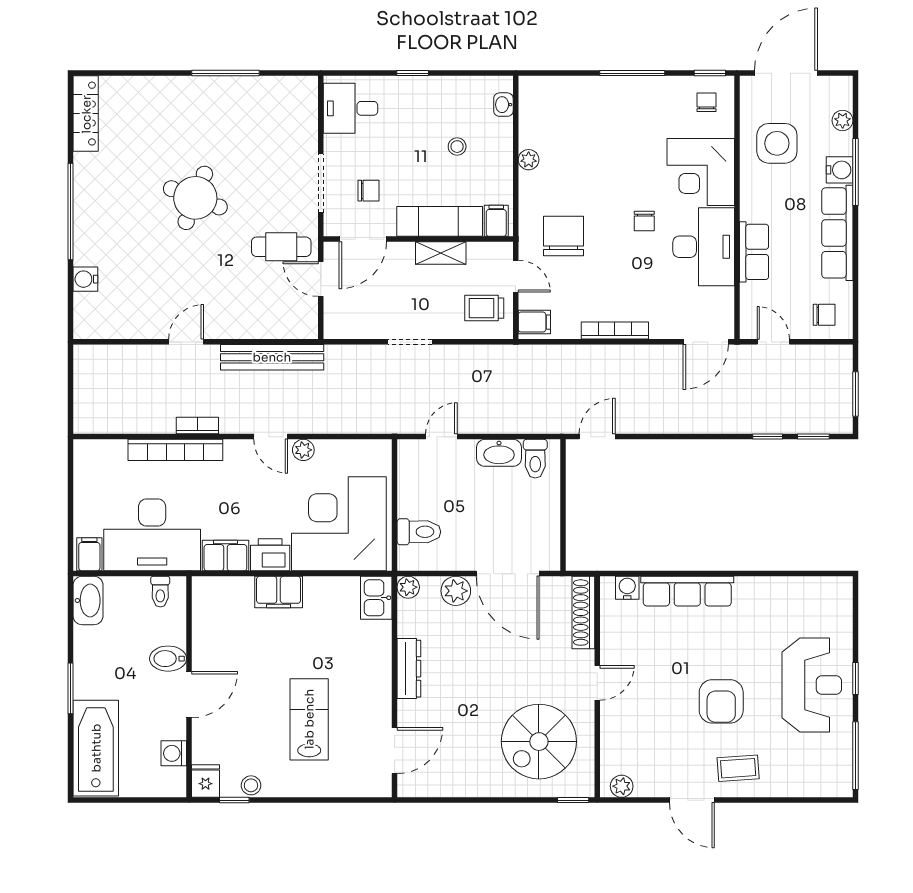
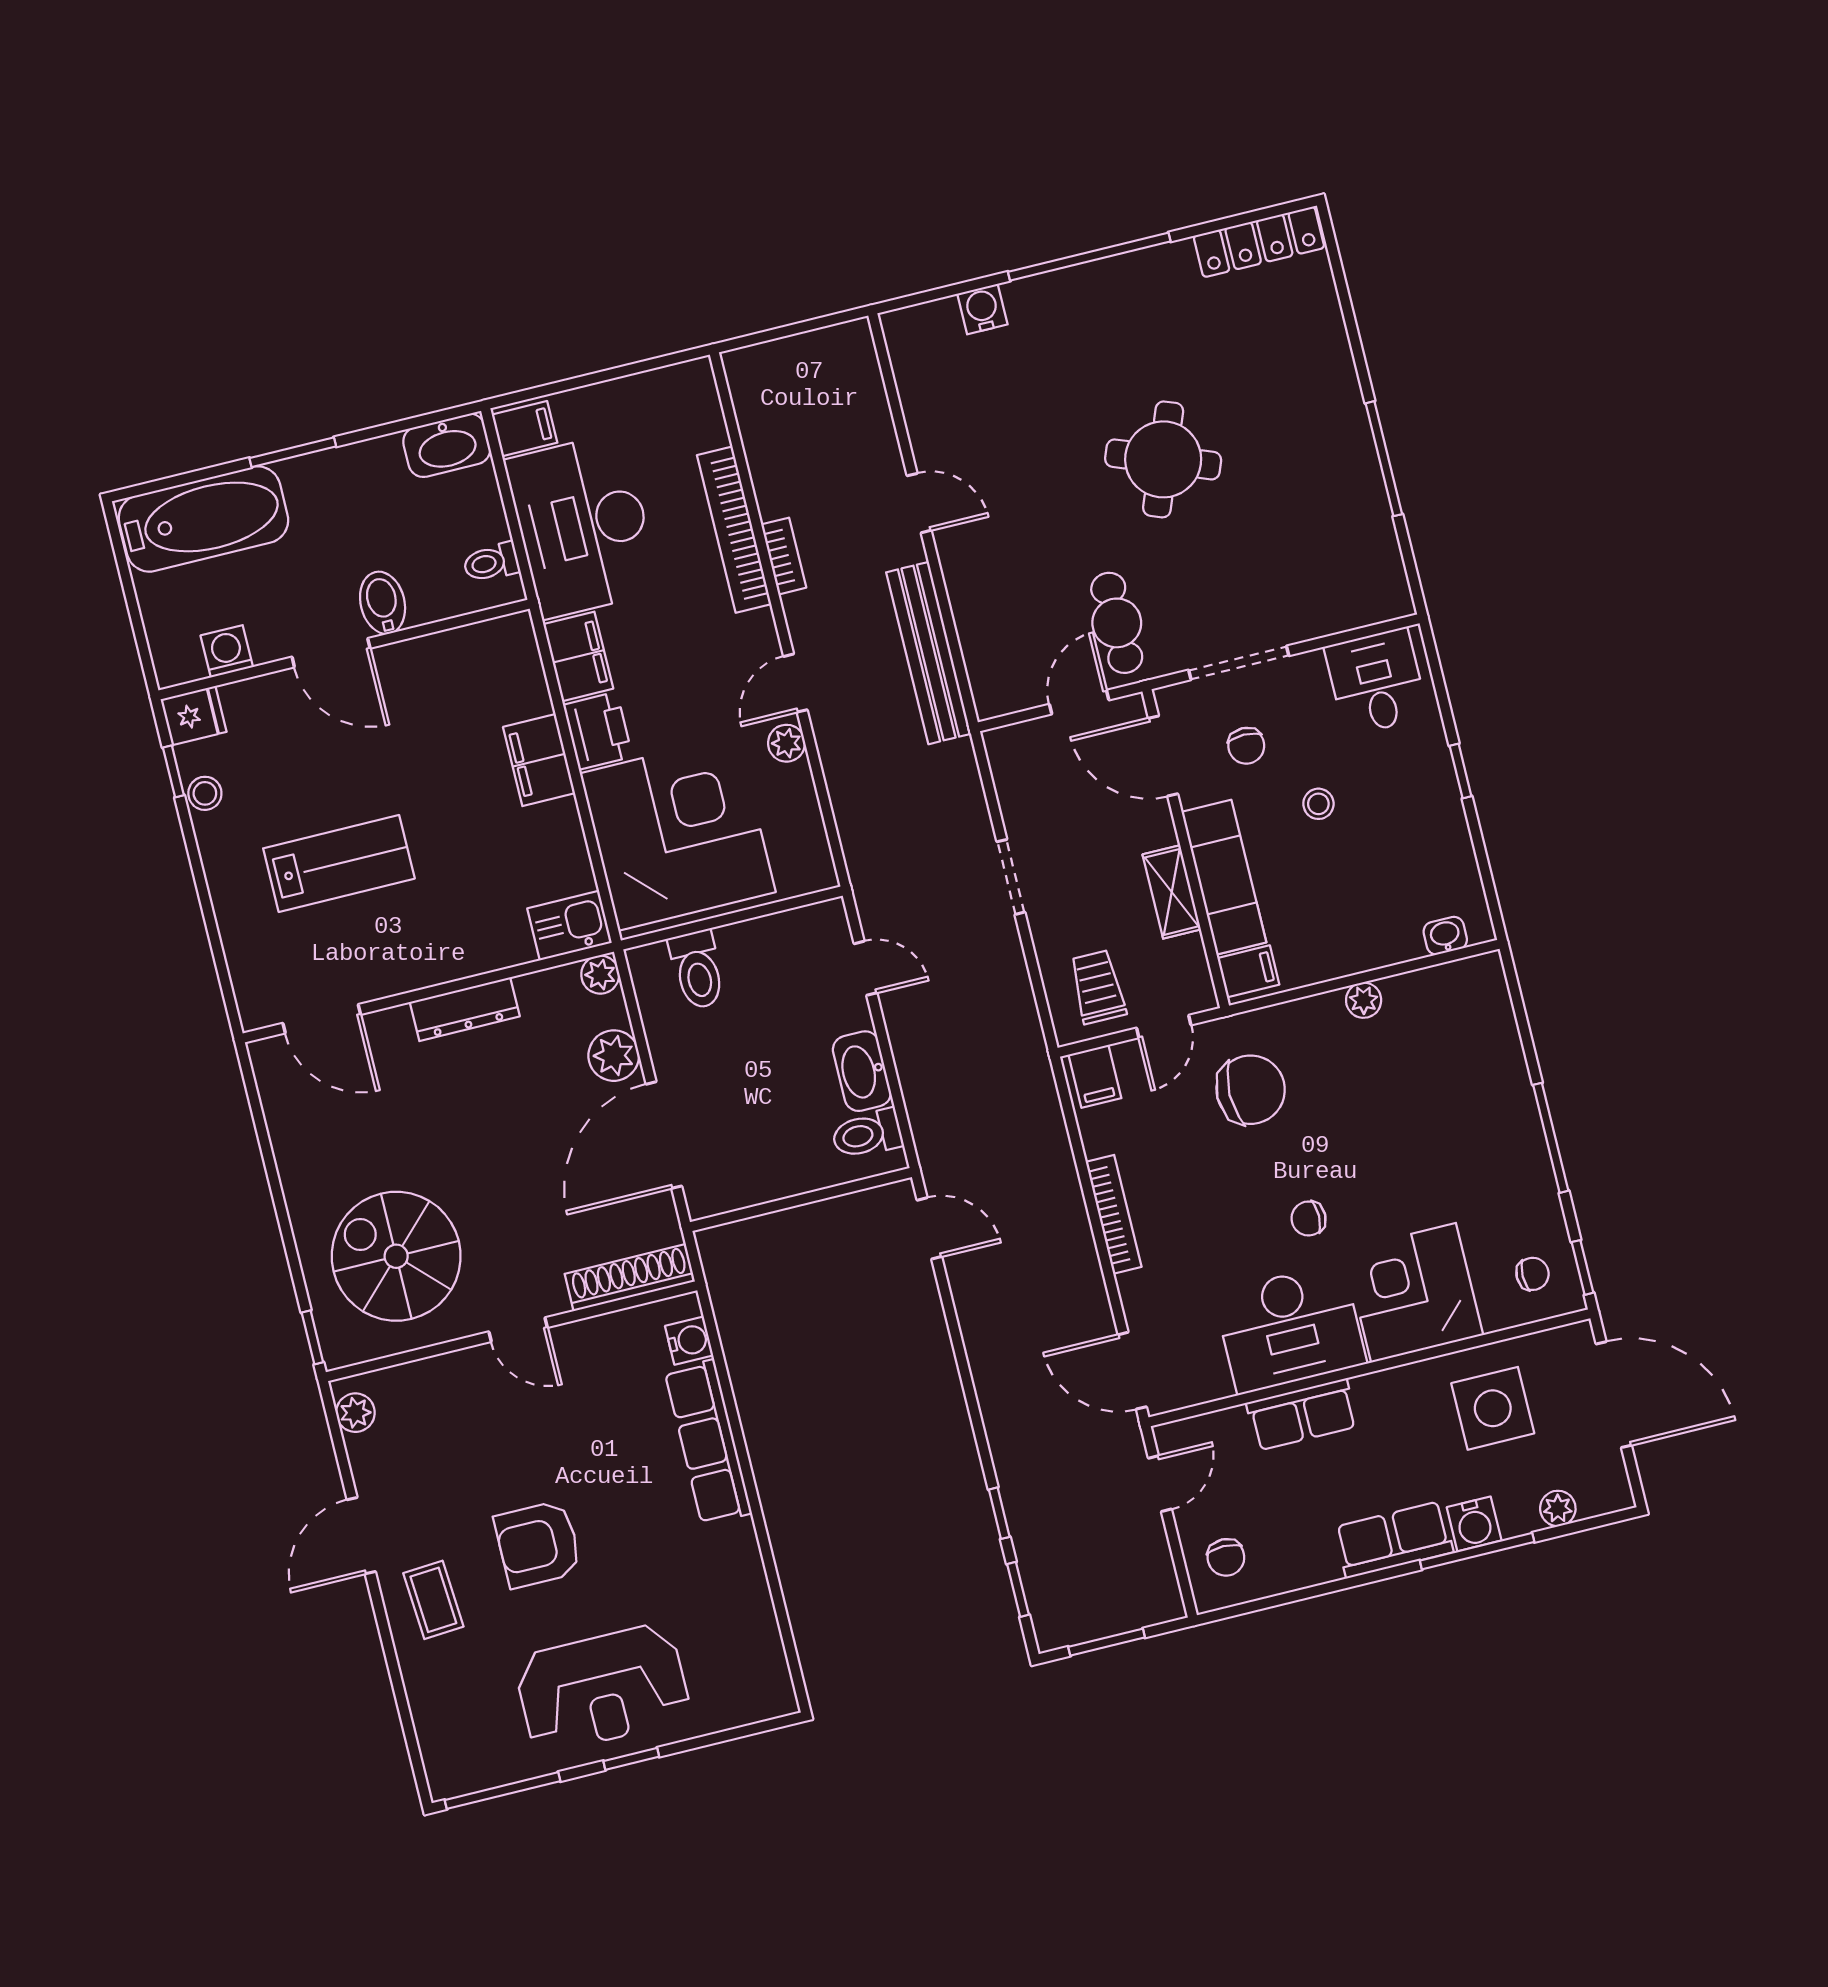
stool: (457, 147) -> (1318, 804), moved
row of seats: (837, 233) -> (1394, 1540), width x0.68

